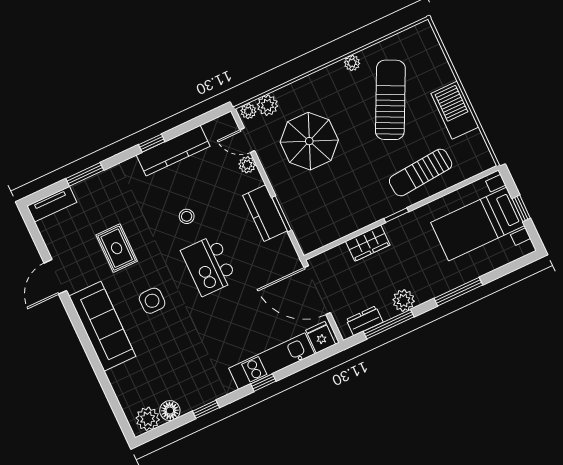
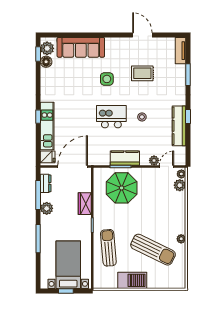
parasol: (309, 141) -> (122, 188), moved
sofa: (102, 326) -> (81, 47), moved
window: (206, 409) -> (38, 54), moved

